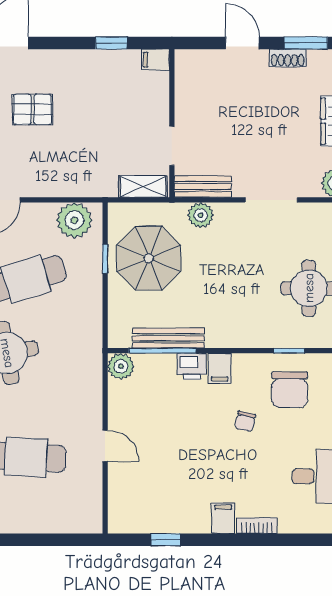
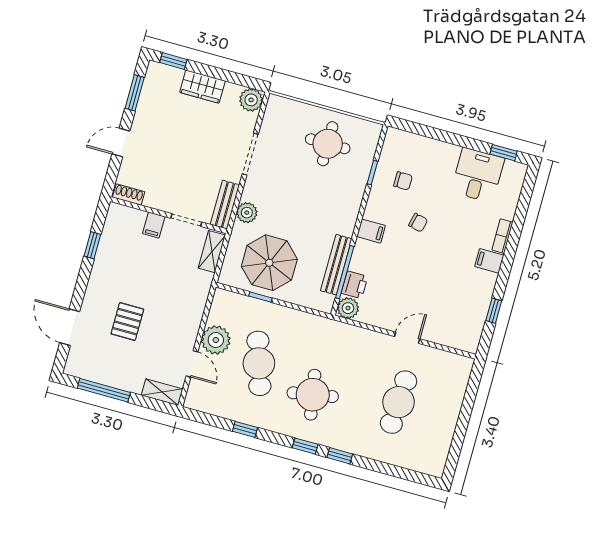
shoe rack: (288, 58) -> (129, 195), moved, turned -90
filing cabinet: (155, 60) -> (154, 225), moved
plant: (74, 220) -> (216, 340), moved
printer: (192, 366) -> (354, 285), moved
chair: (290, 390) -> (403, 181), width x0.54, depth x0.54

